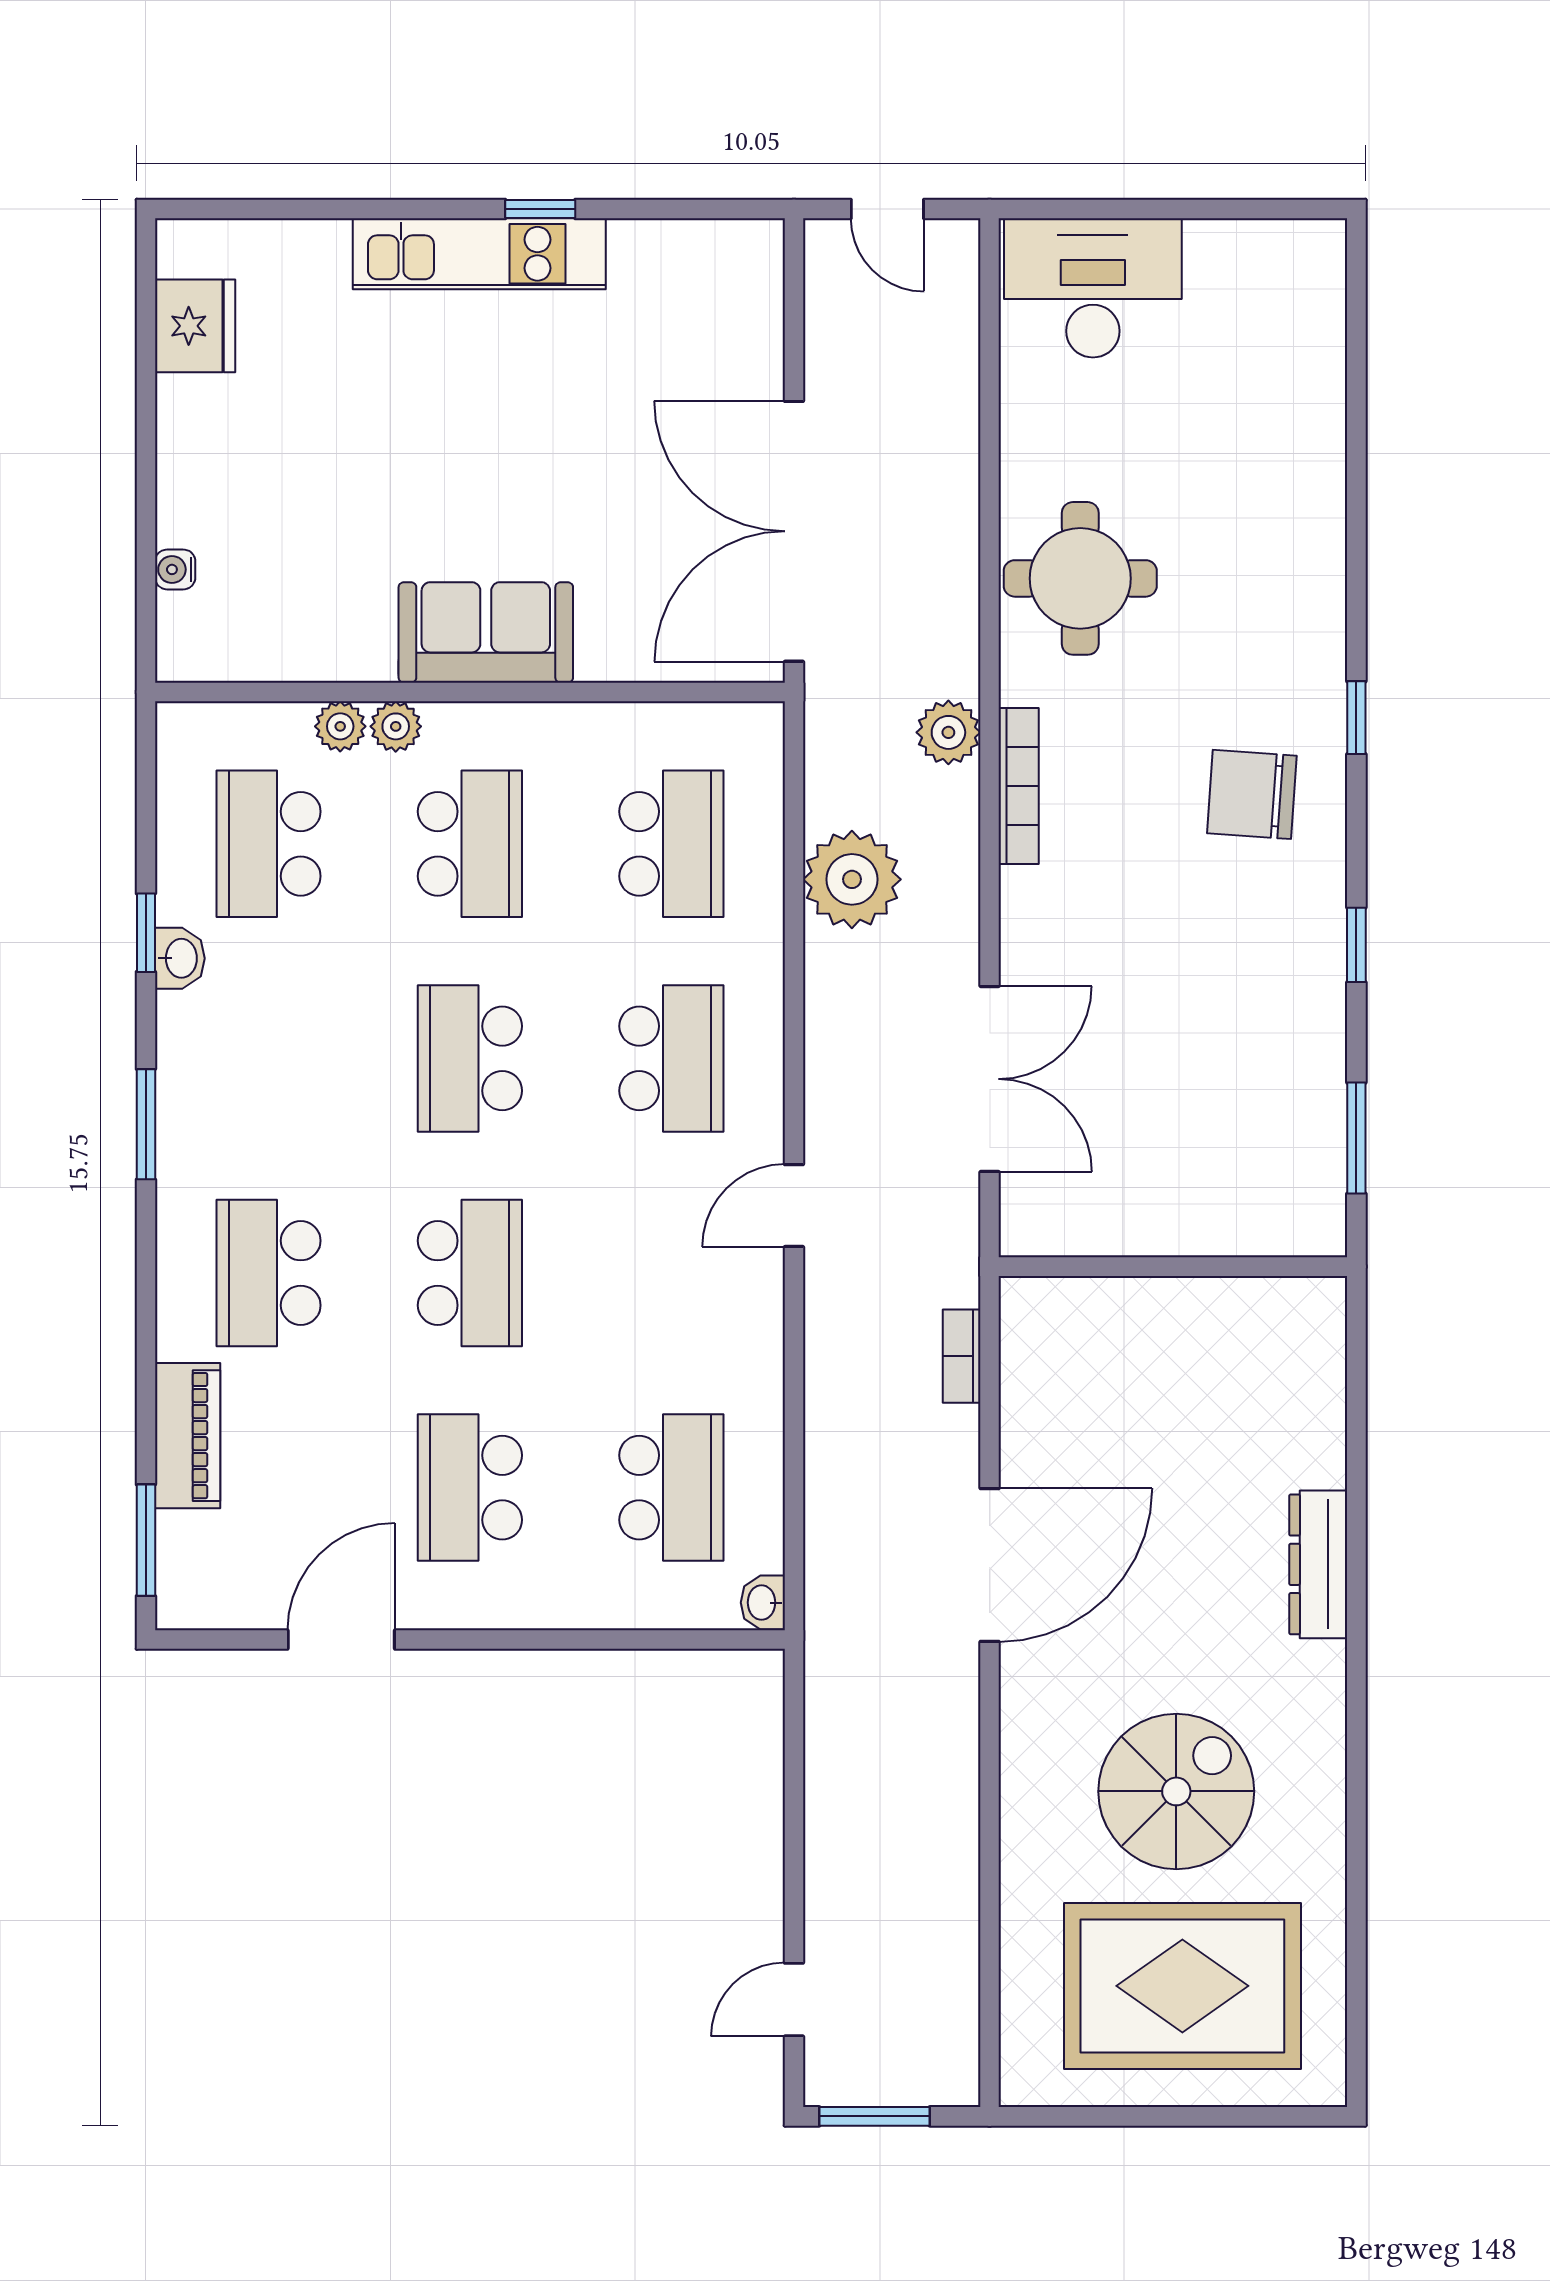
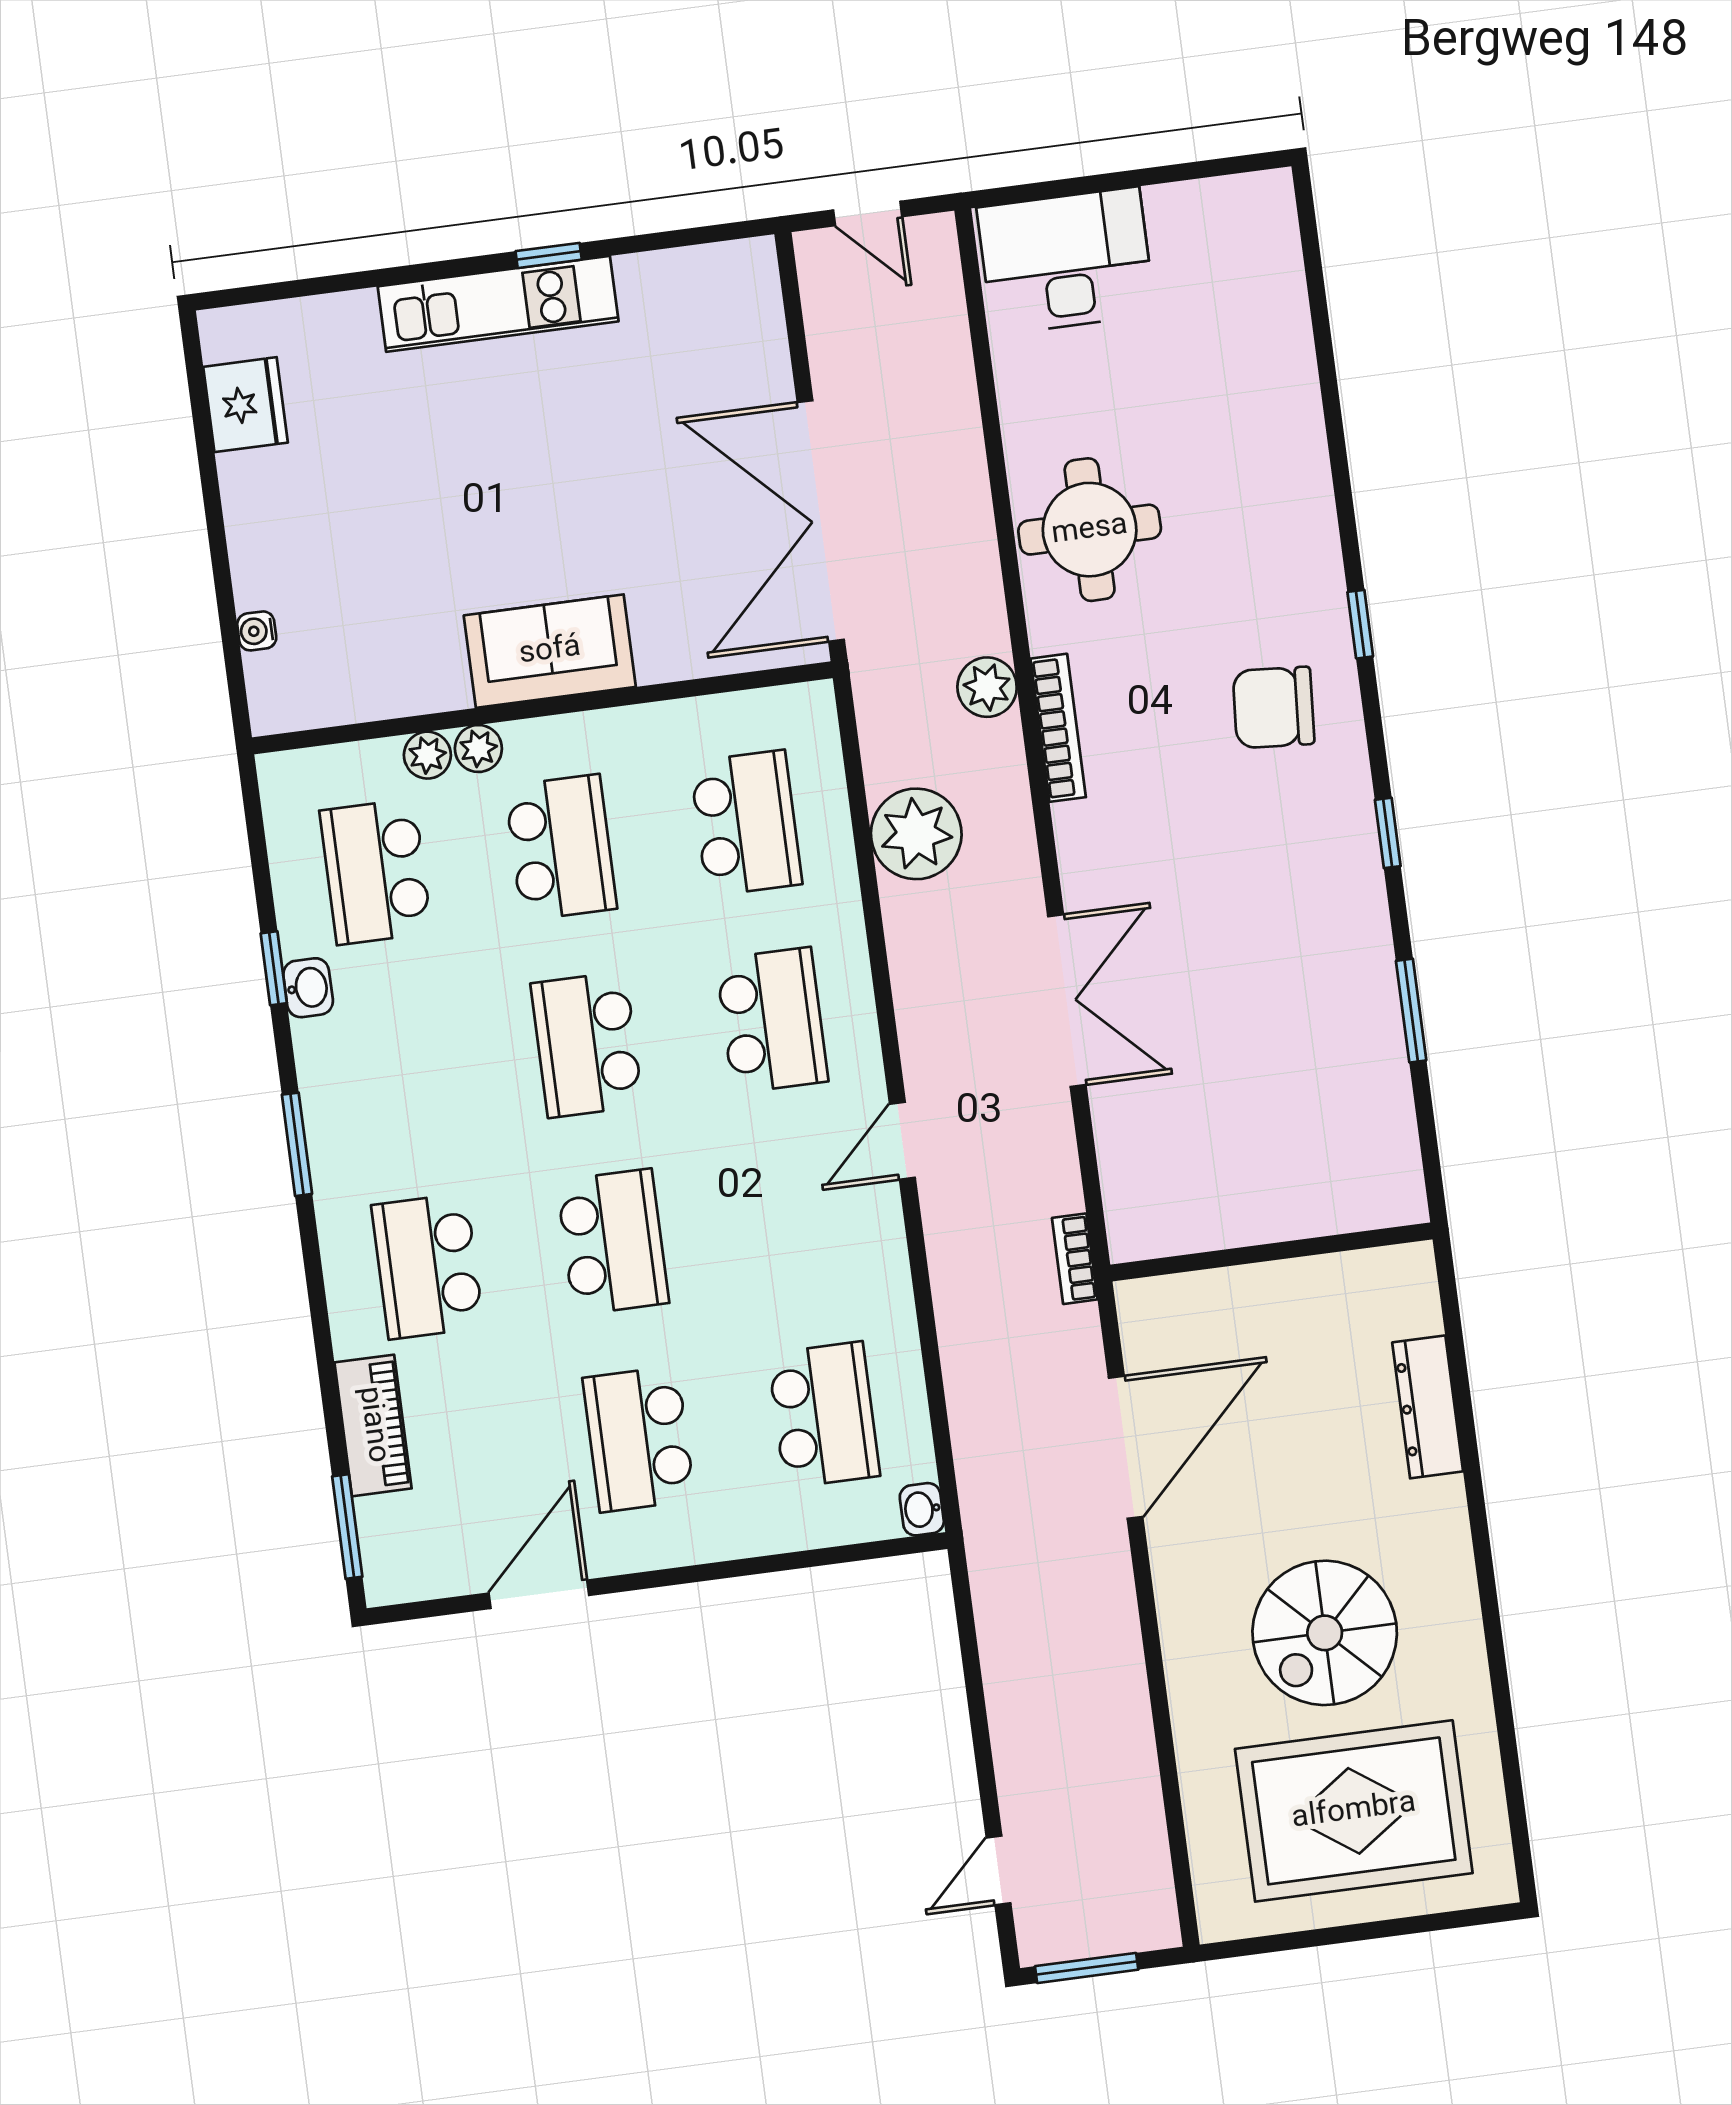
wall: (1173, 1267) -> (1271, 1252), moved
spiral stairs: (1176, 1791) -> (1325, 1633), turned 180

